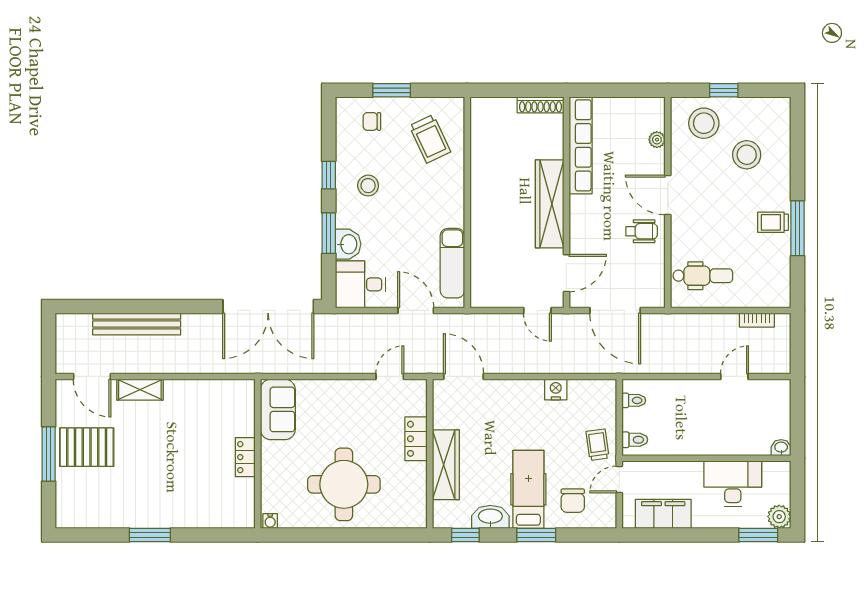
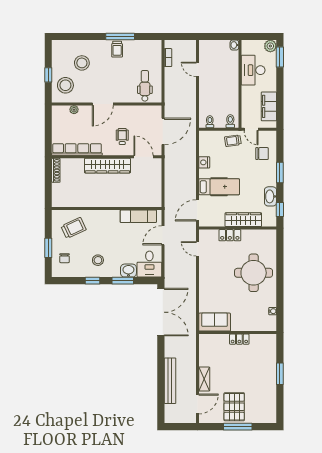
wheelchair: (642, 231) -> (122, 137), moved
door: (537, 310) -> (163, 172), removed
sofa: (278, 409) -> (215, 322), moved
wall: (258, 454) -> (238, 333), moved
locker: (245, 457) -> (239, 339), moved
hospital bed: (528, 489) -> (219, 187), moved, turned 180

